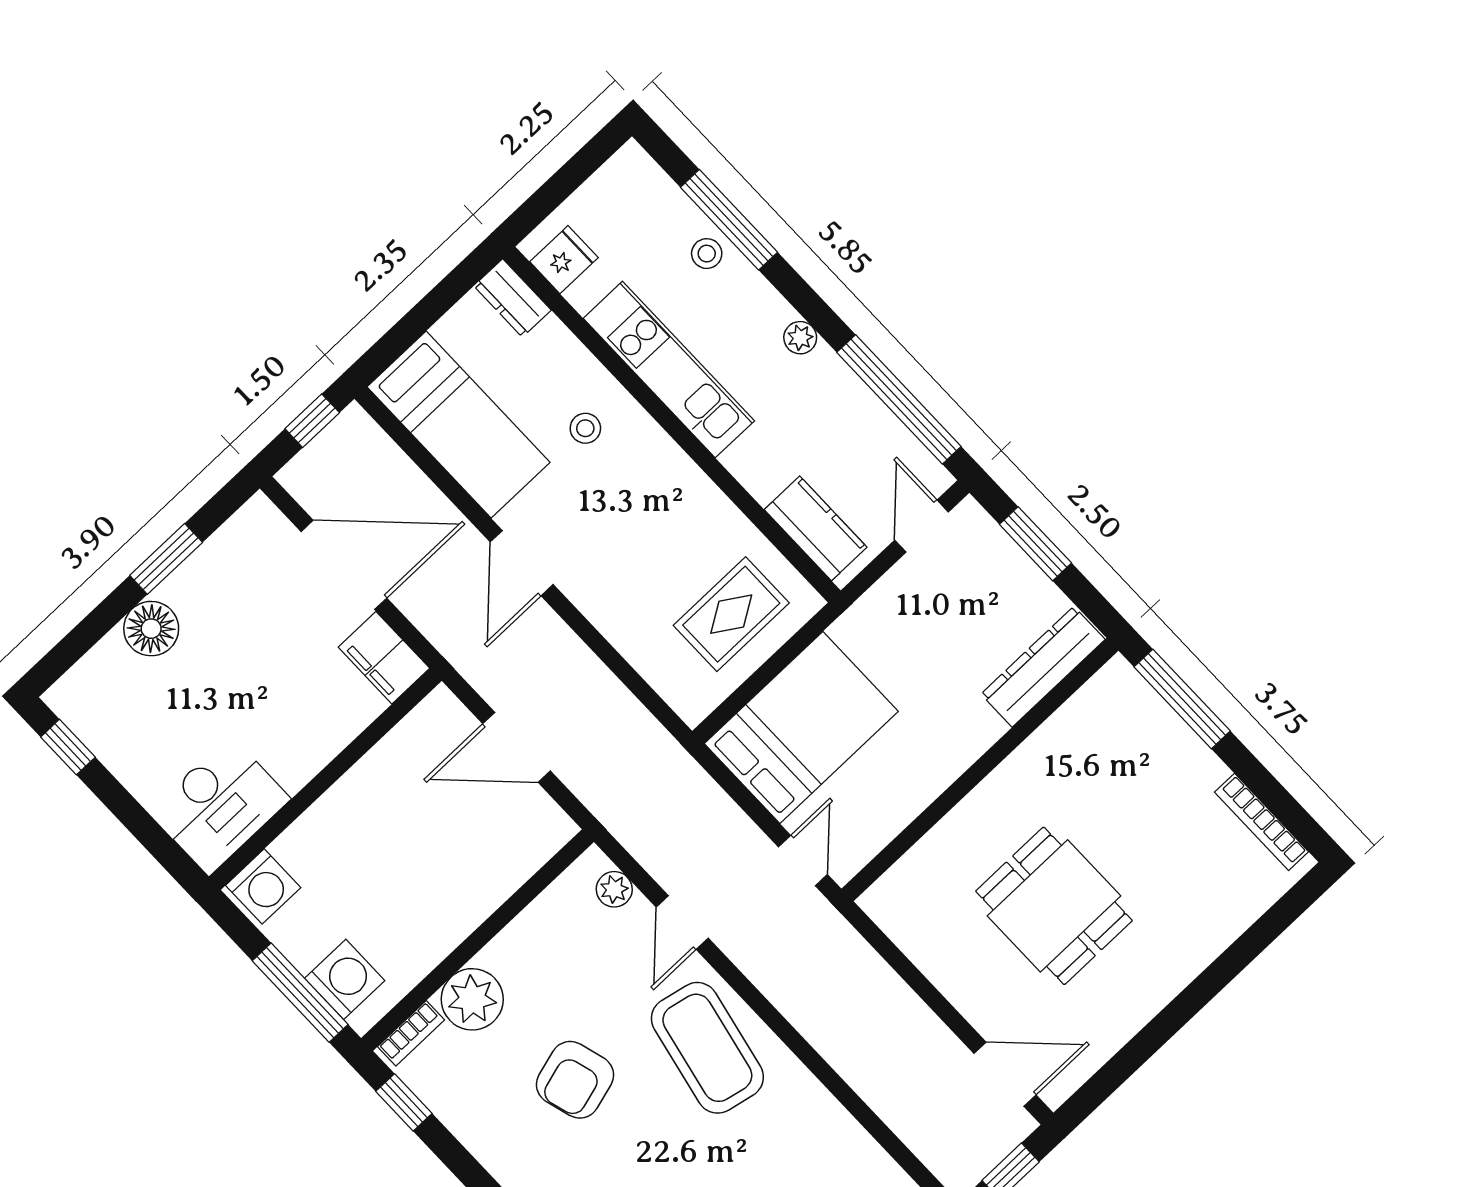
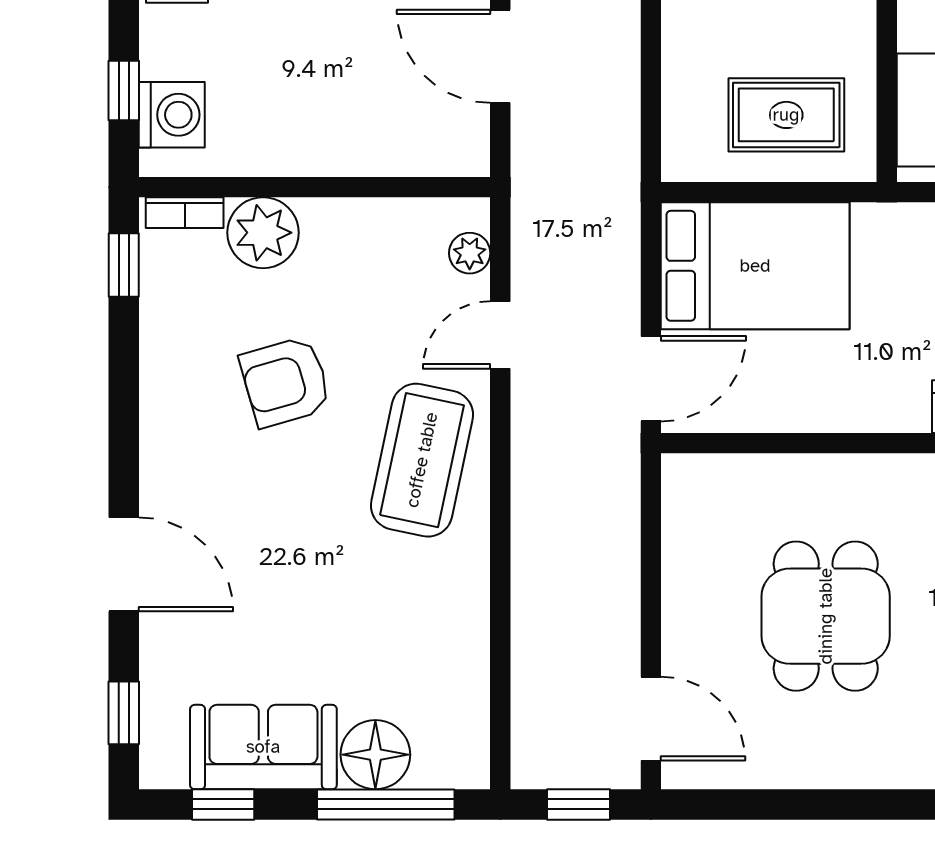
door: (803, 861) -> (651, 379), width x1.37
window: (300, 993) -> (124, 90), width x0.46

